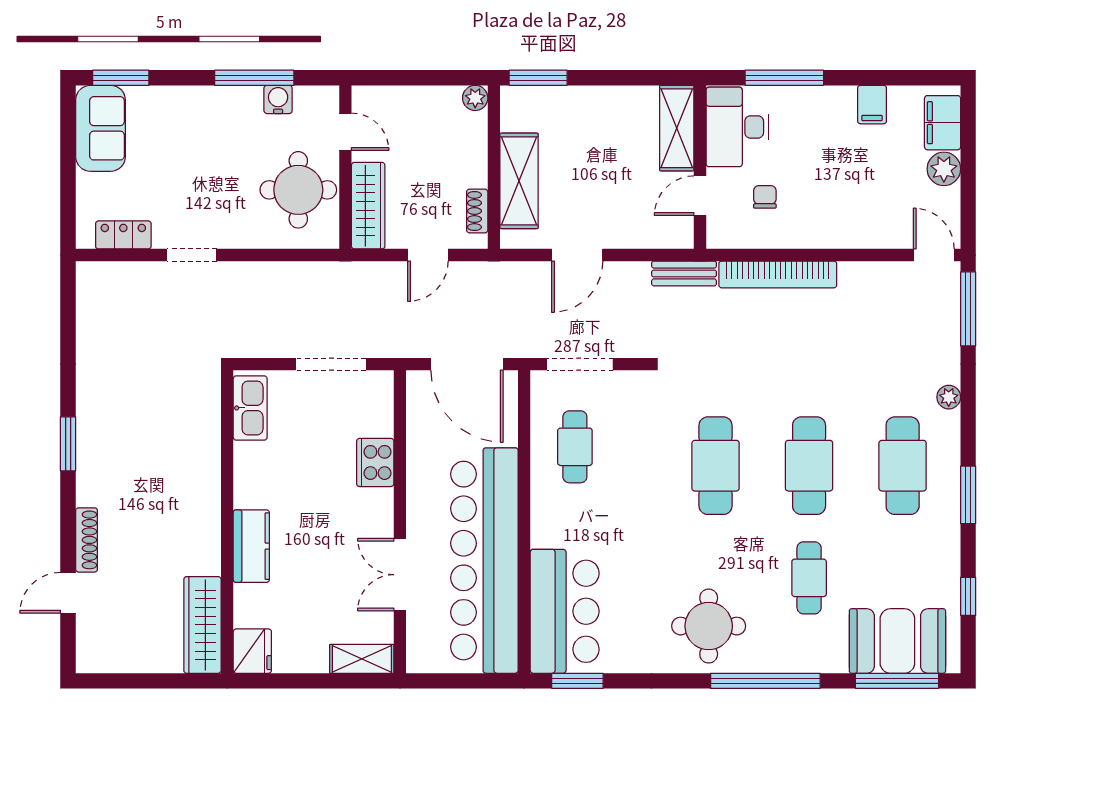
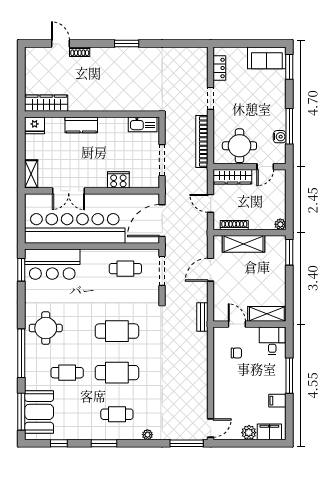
window: (784, 78) -> (289, 376), moved
desk: (737, 127) -> (272, 341), width x0.73
shoe rack: (477, 211) -> (234, 225), width x1.43
door: (577, 255) -> (211, 270), hinge flipped
bookcase: (778, 274) -> (202, 141), moved
cafe table: (903, 466) -> (117, 414), width x0.73, depth x0.74
shoe rack: (87, 540) -> (80, 52), width x0.70
double door: (400, 575) -> (69, 191), swing flipped

